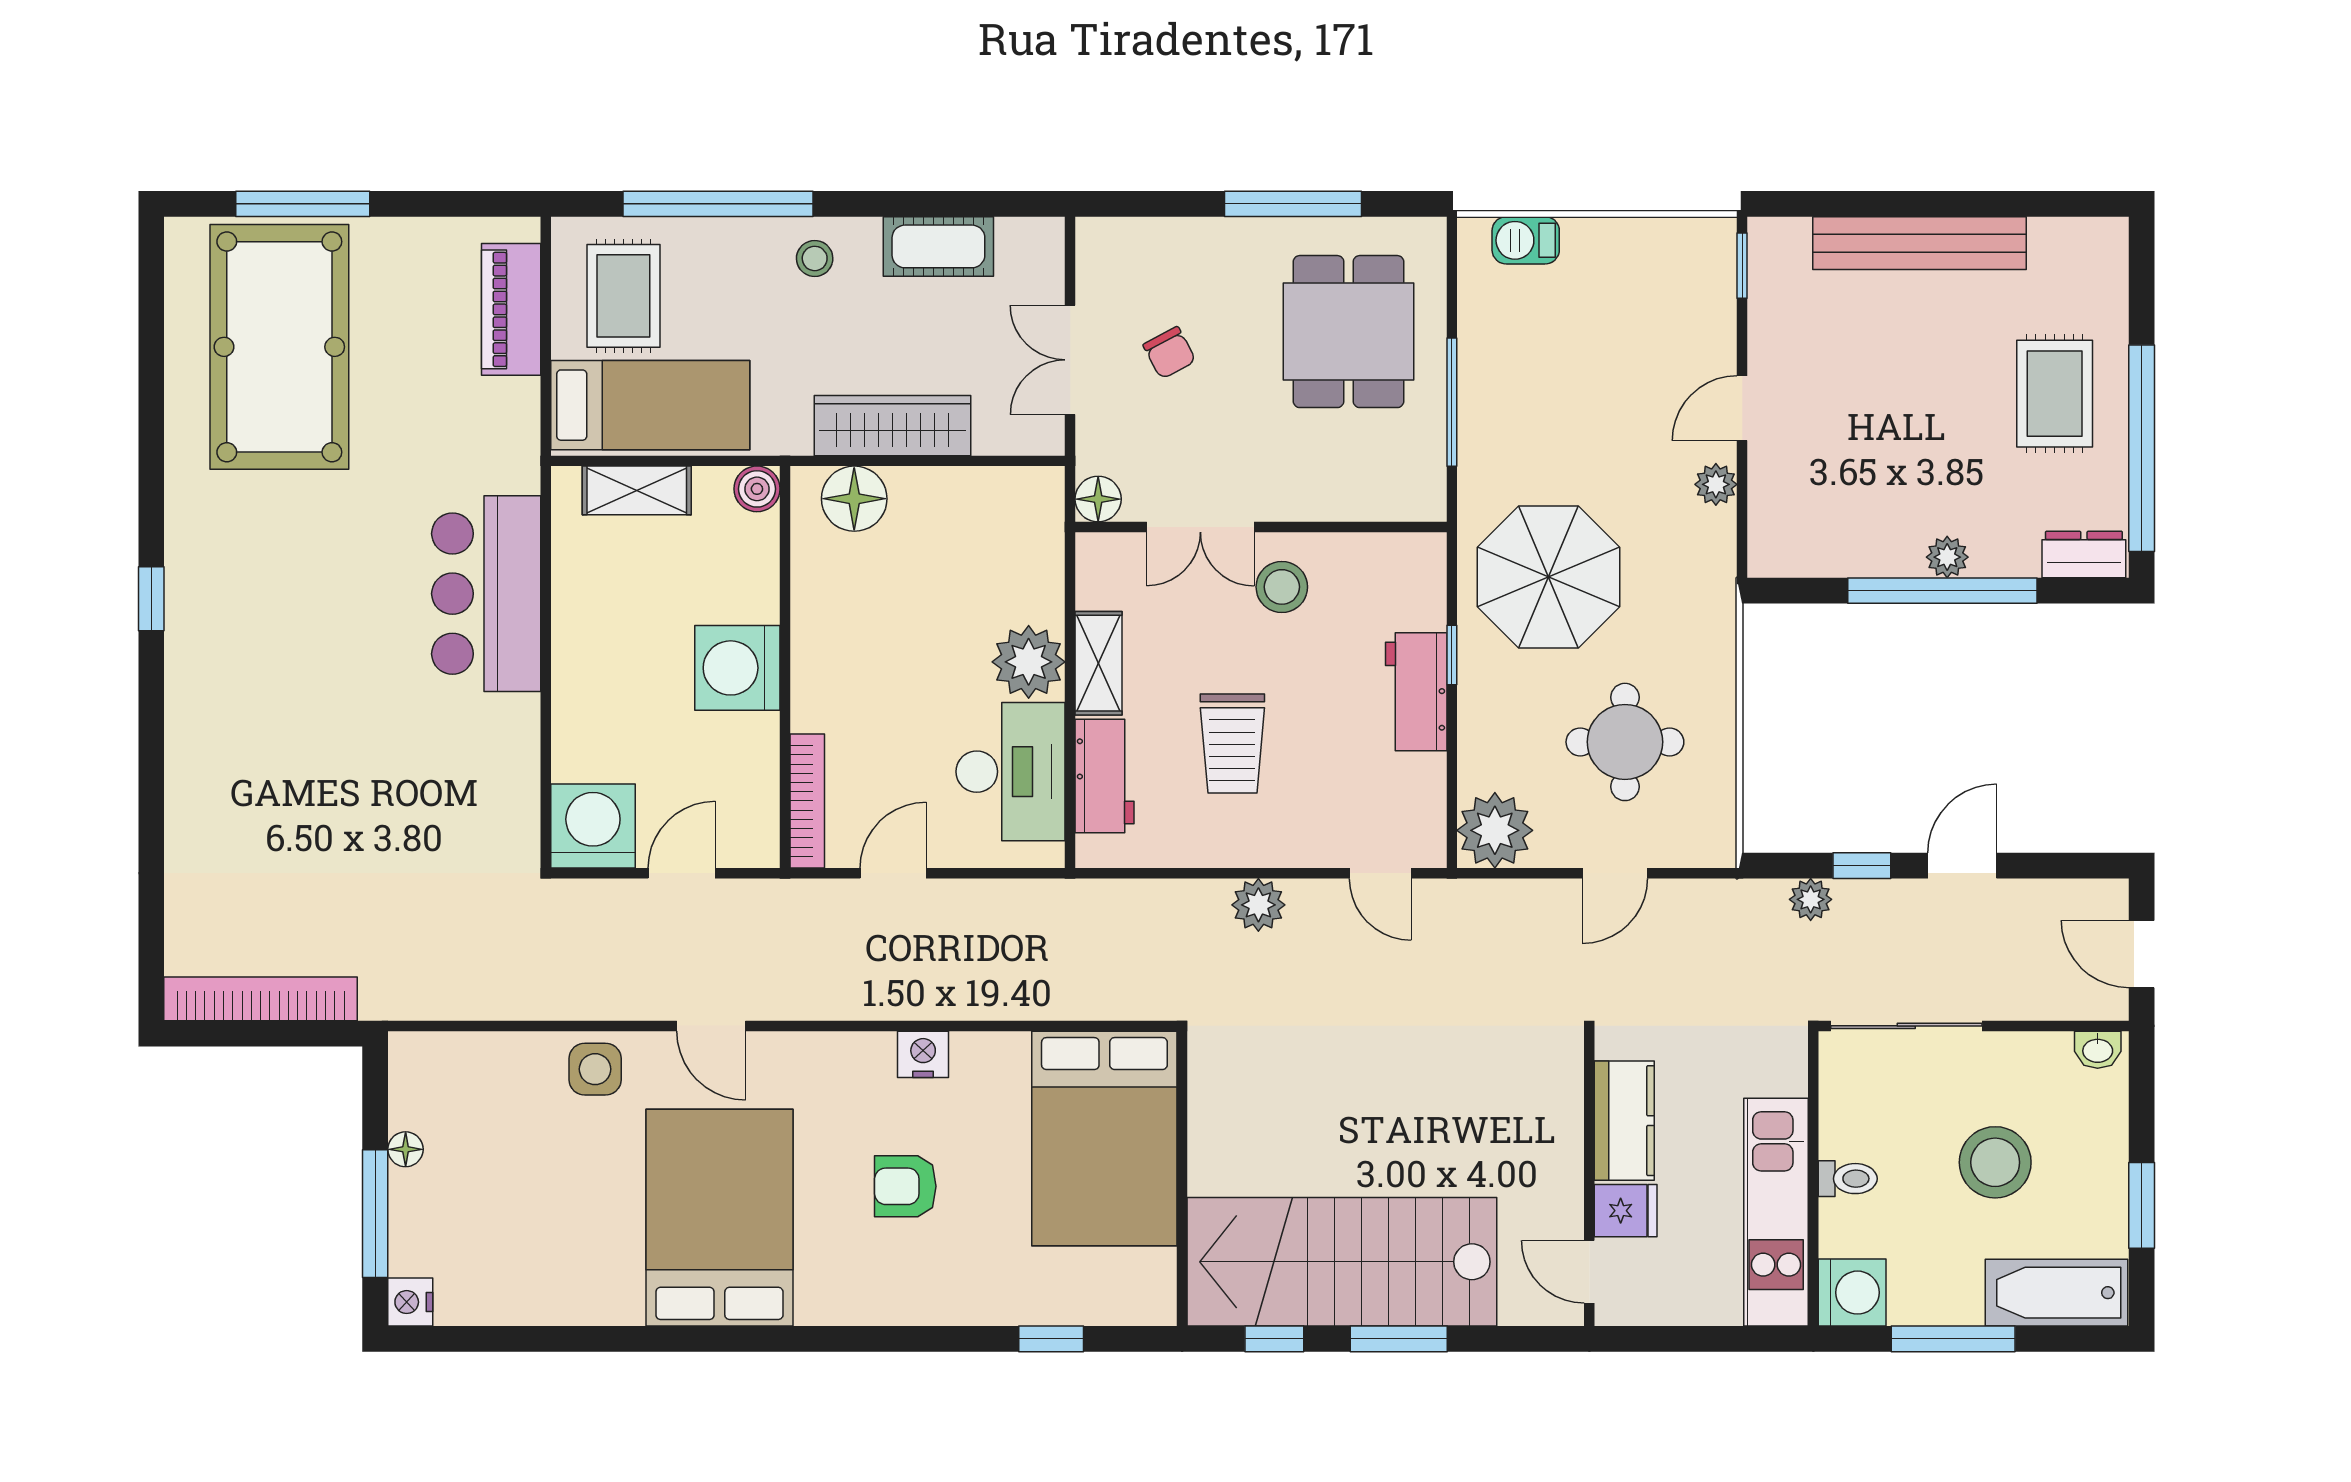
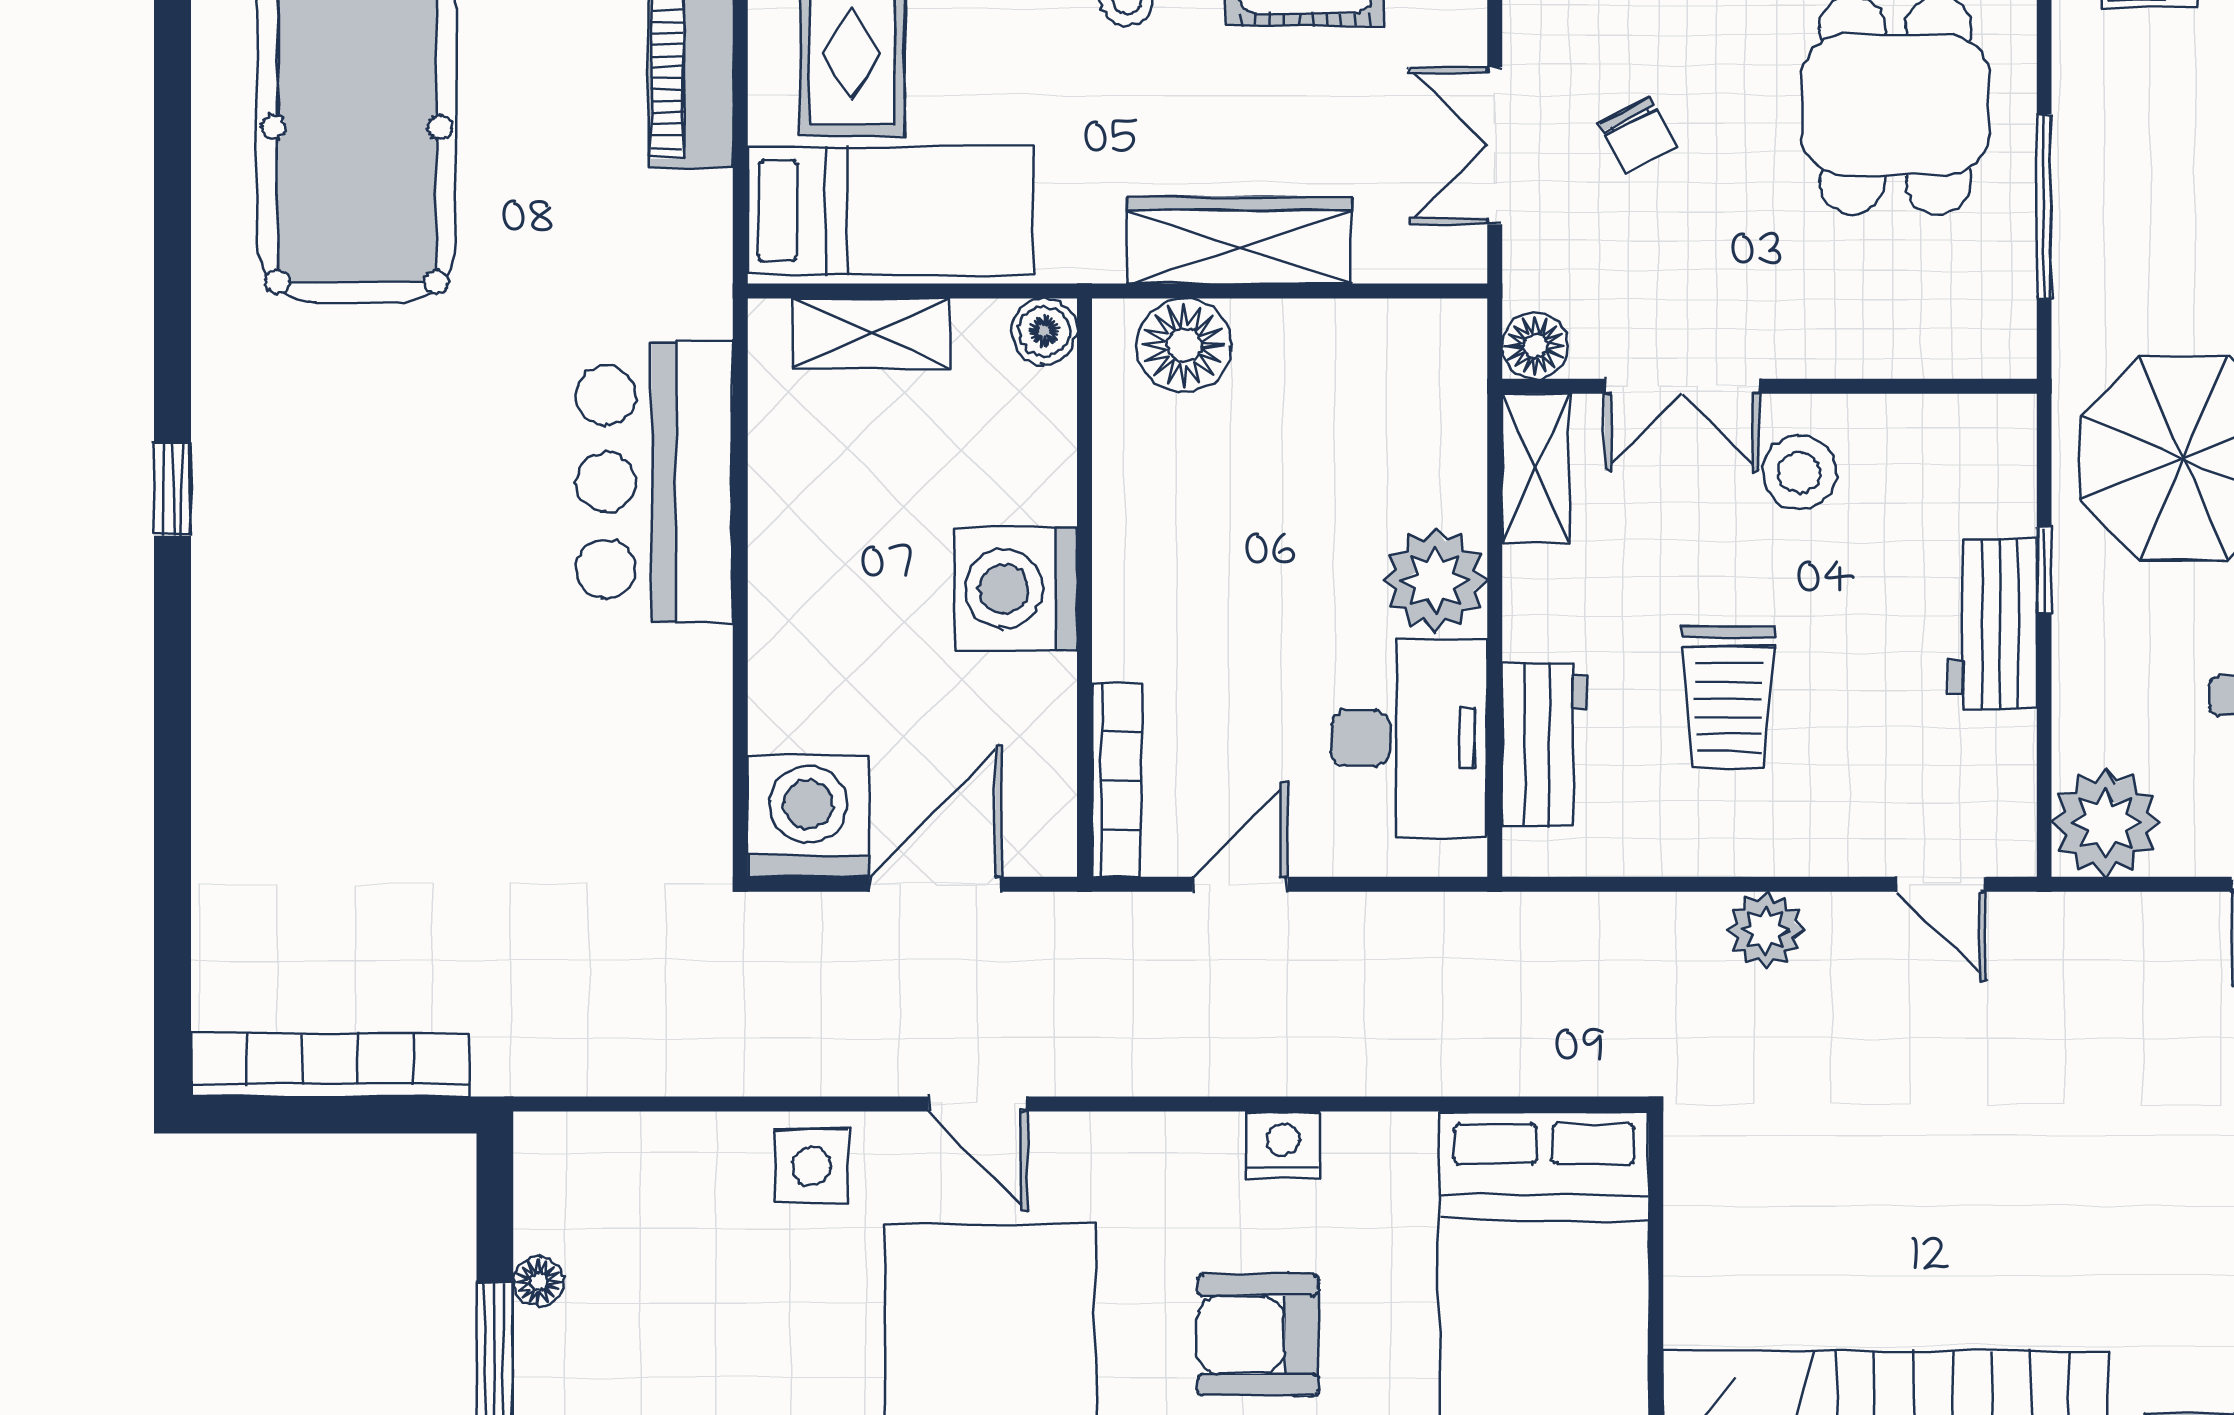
shelving: (1099, 663) -> (1536, 468), moved
door: (682, 873) -> (936, 884), width x1.38
armchair: (905, 1186) -> (1258, 1335), width x1.38, depth x1.38

